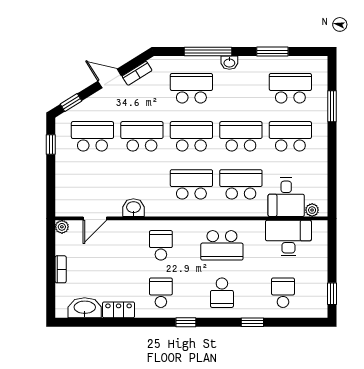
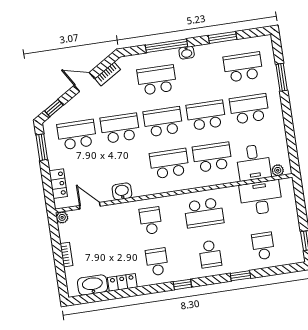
window: (51, 144) -> (42, 147), width x1.50
locker: (63, 188) -> (58, 184), added
door: (95, 218) -> (90, 206), swing flipped

